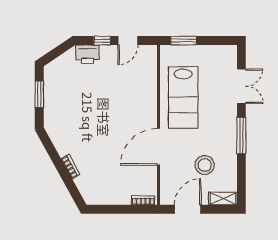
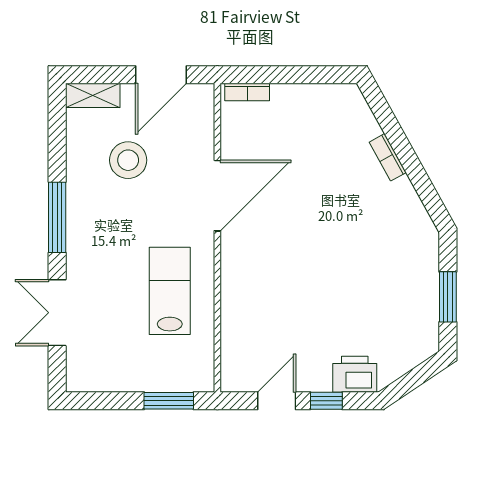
lab bench: (183, 97) -> (170, 291), width x0.73, depth x0.72

